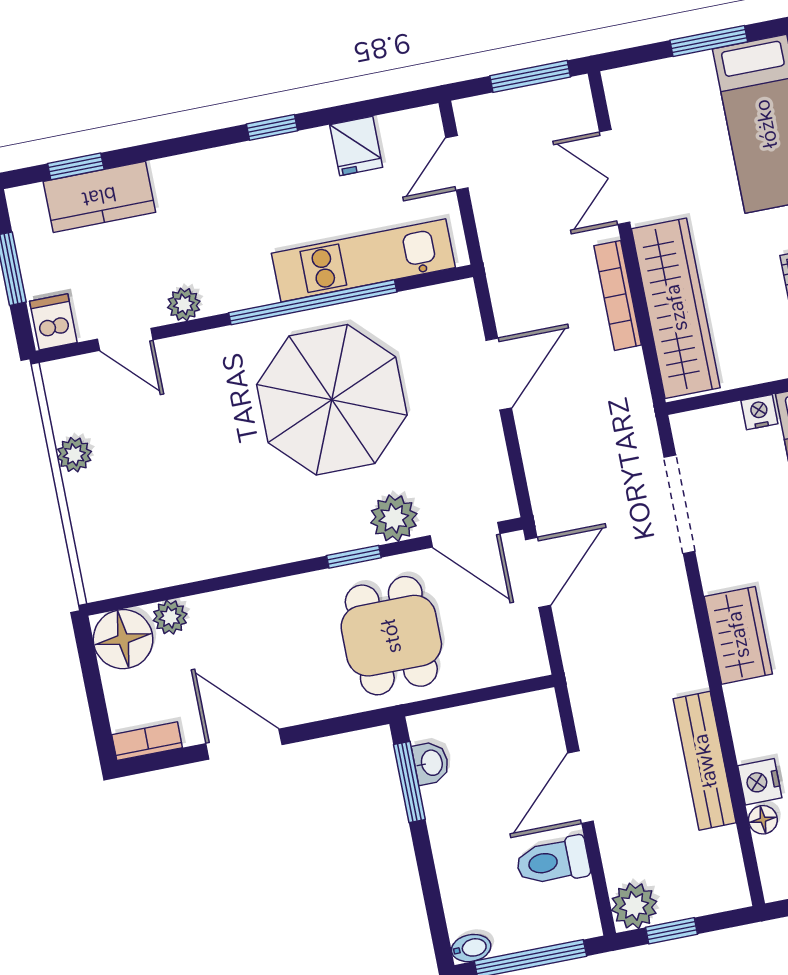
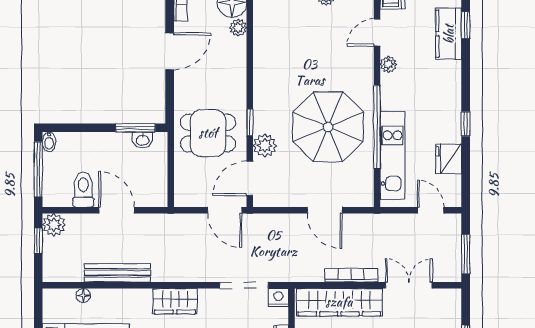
fridge: (356, 146) -> (449, 159), width x1.38
nightstand: (760, 782) -> (278, 298), moved

